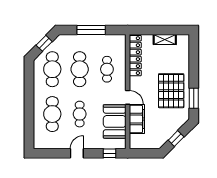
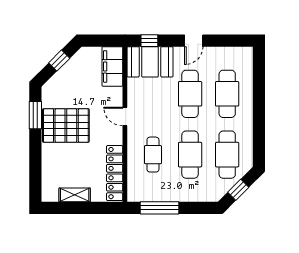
window: (91, 30) -> (159, 208), moved
pallet: (171, 91) -> (66, 125), turned 90
cafe table: (80, 114) -> (190, 94), width x1.37, depth x1.35
filing cabinet: (137, 119) -> (112, 66), moved
booth: (115, 121) -> (150, 62), moved, turned 90

